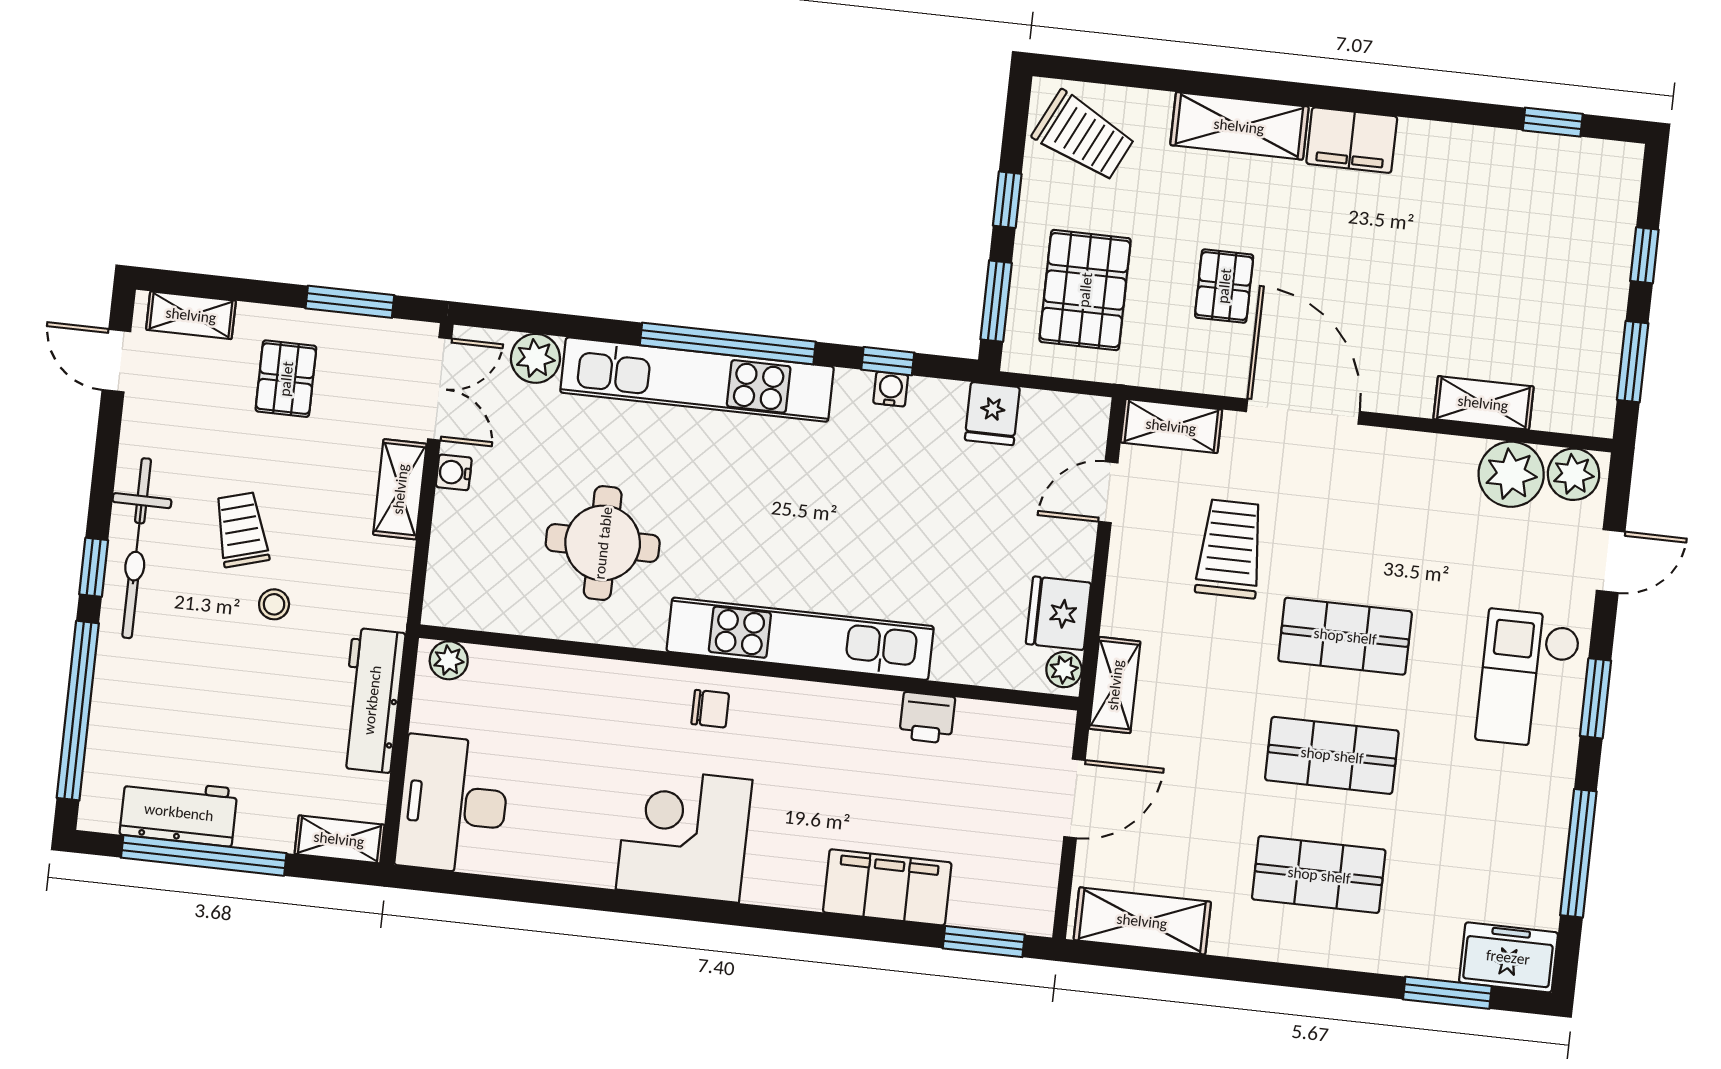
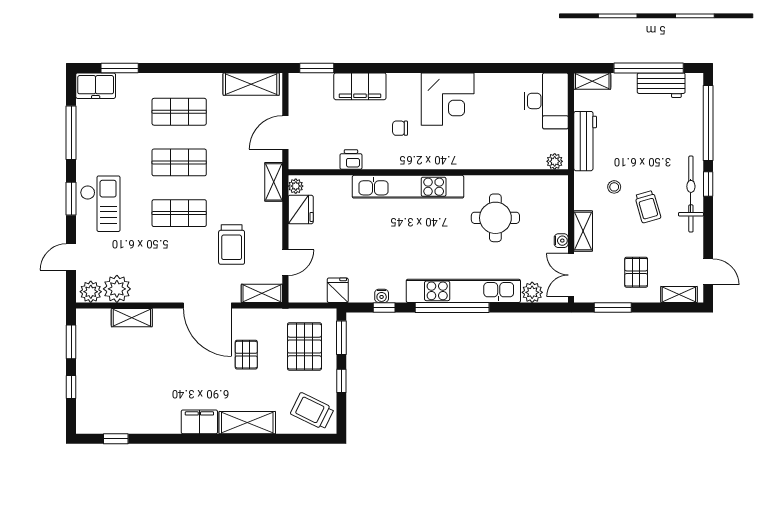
stool: (274, 604) -> (614, 187), moved
chair: (710, 709) -> (400, 128), moved

